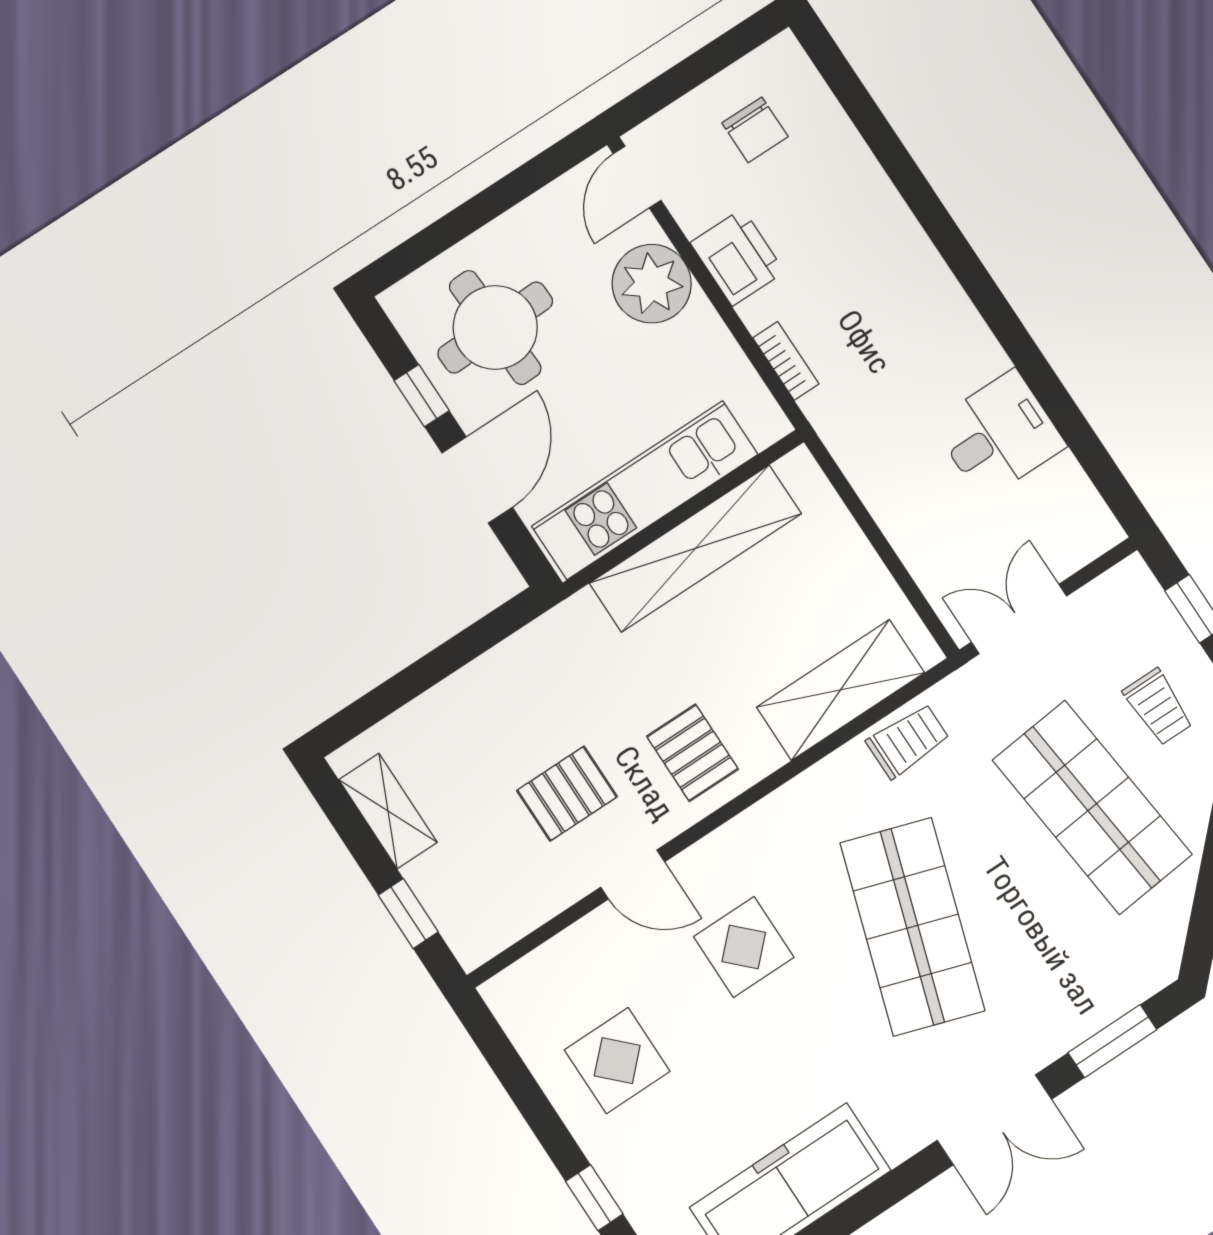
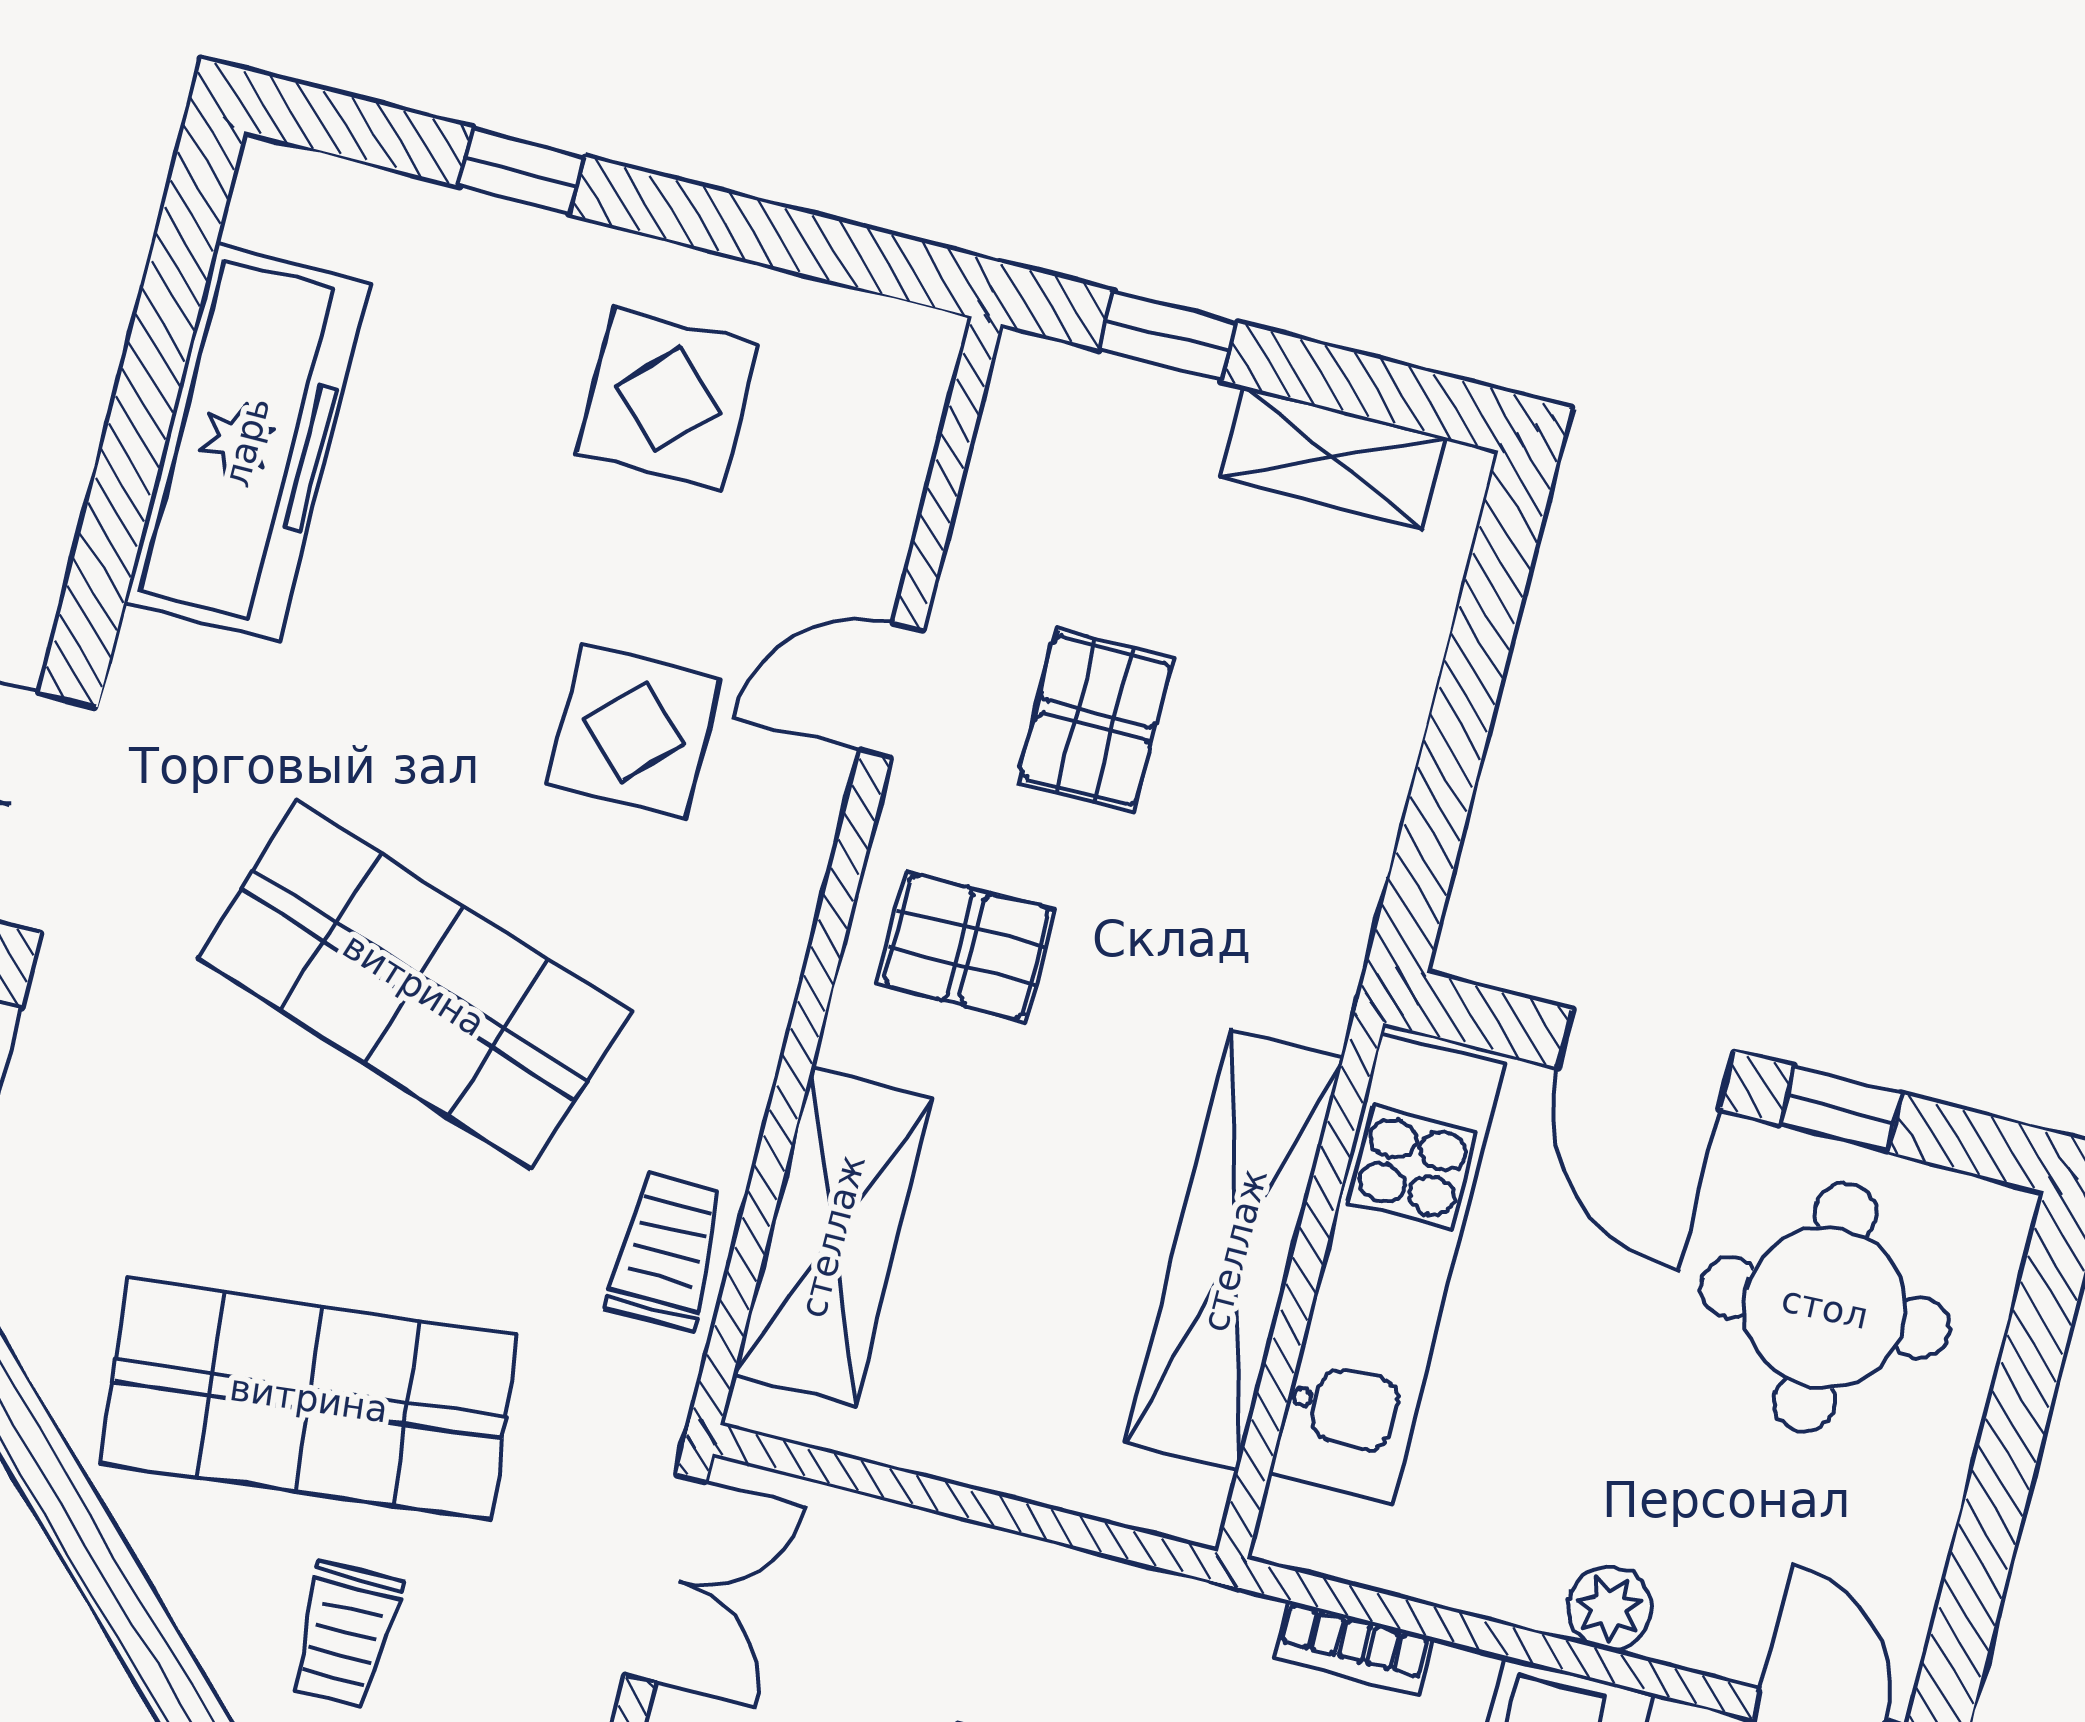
plant: (652, 284) -> (1610, 1608), width x0.53, depth x0.53
trolley: (1158, 707) -> (345, 1635), turned -90
trolley: (908, 741) -> (667, 1251), turned 180

